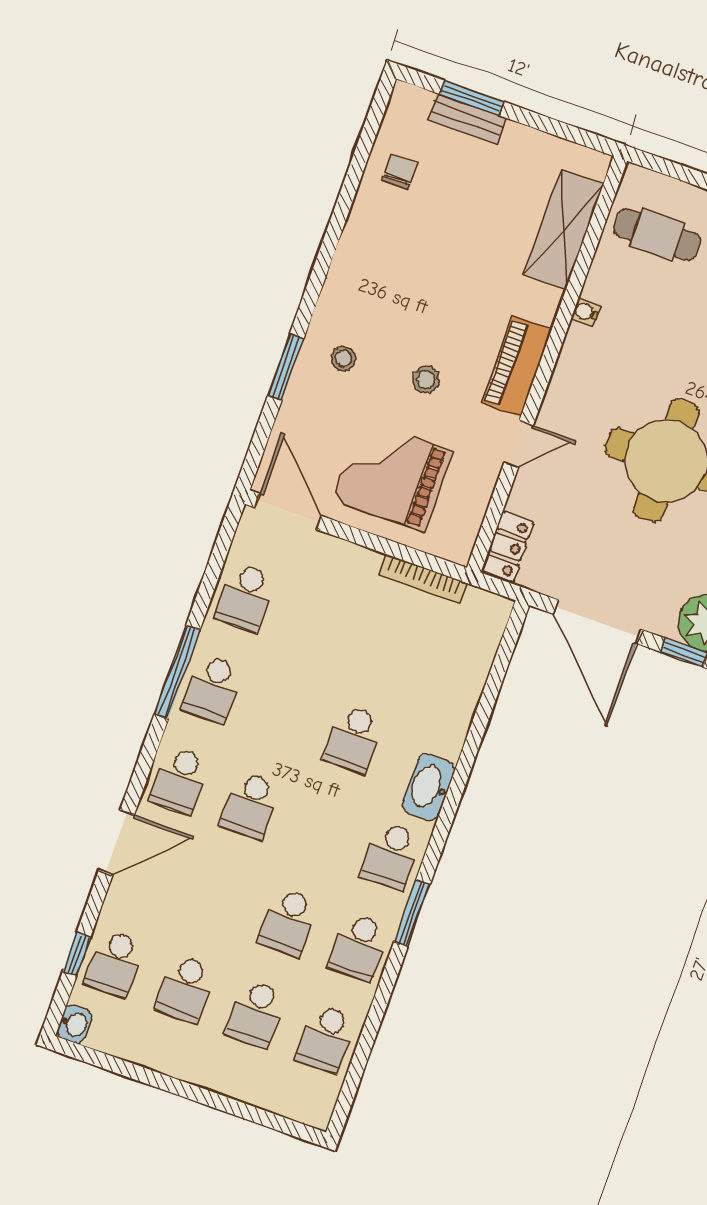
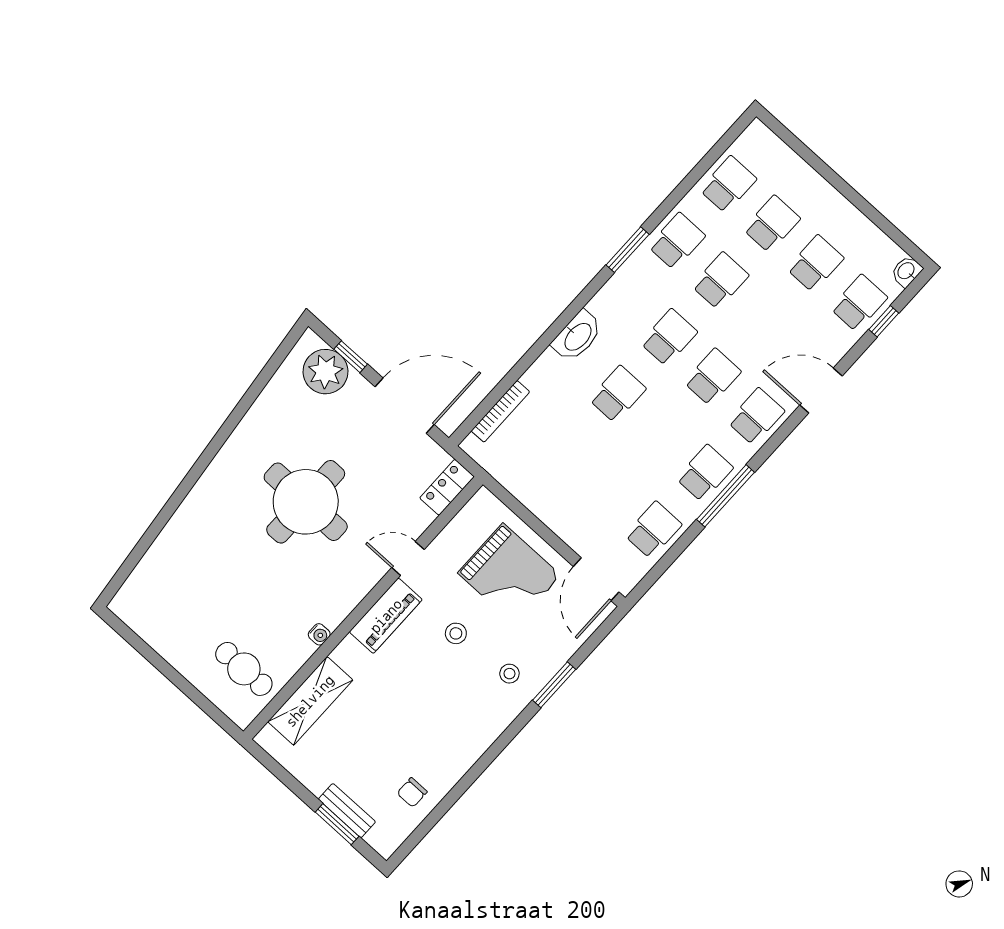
bookcase: (423, 579) -> (500, 411), moved, turned 90
door: (597, 622) -> (405, 406), hinge flipped
school desk: (391, 856) -> (669, 337), moved

